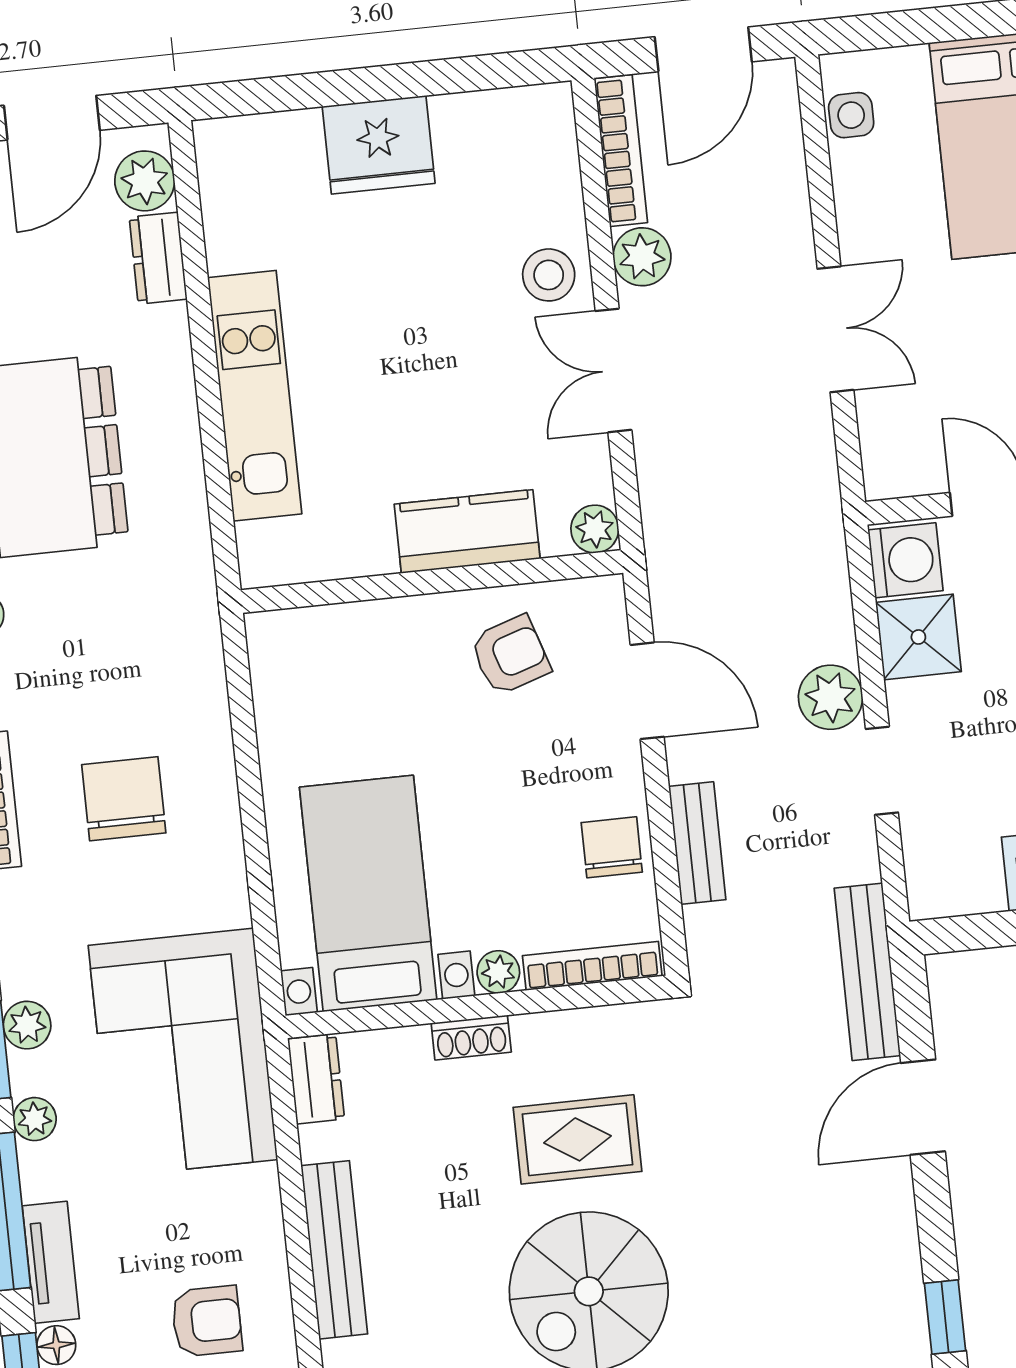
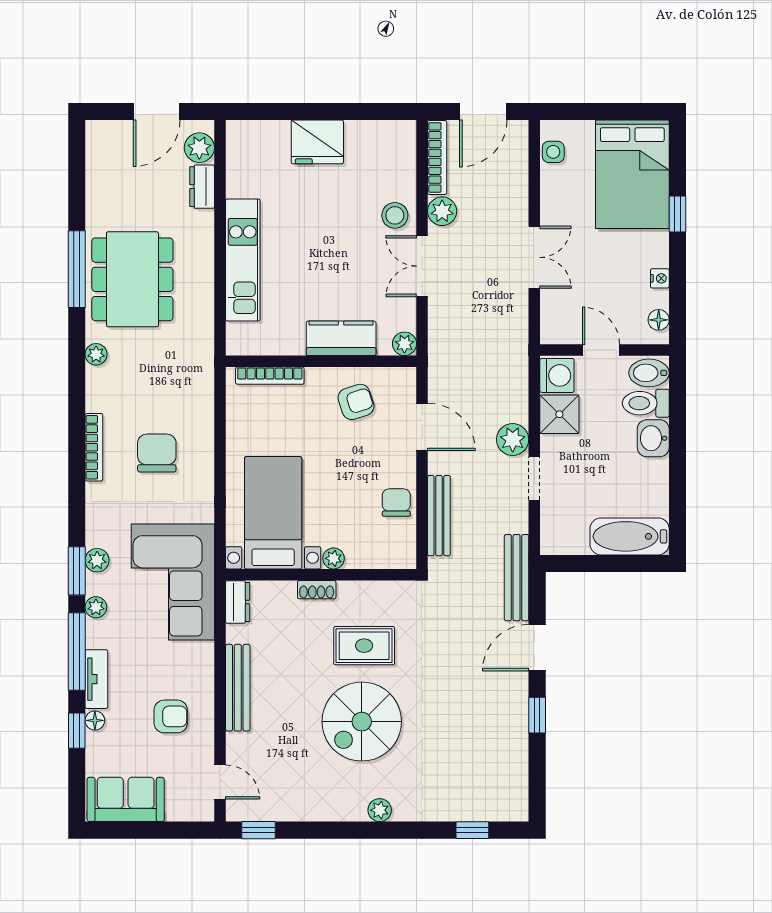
bench: (697, 843) -> (439, 516), width x1.36
bookcase: (592, 966) -> (270, 376), moved, turned 180
window: (945, 1317) -> (537, 715), moved

